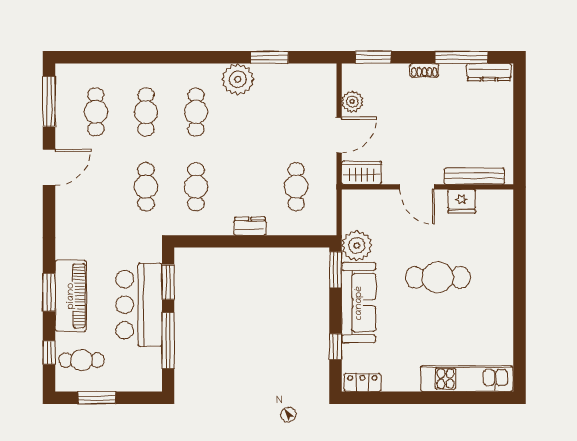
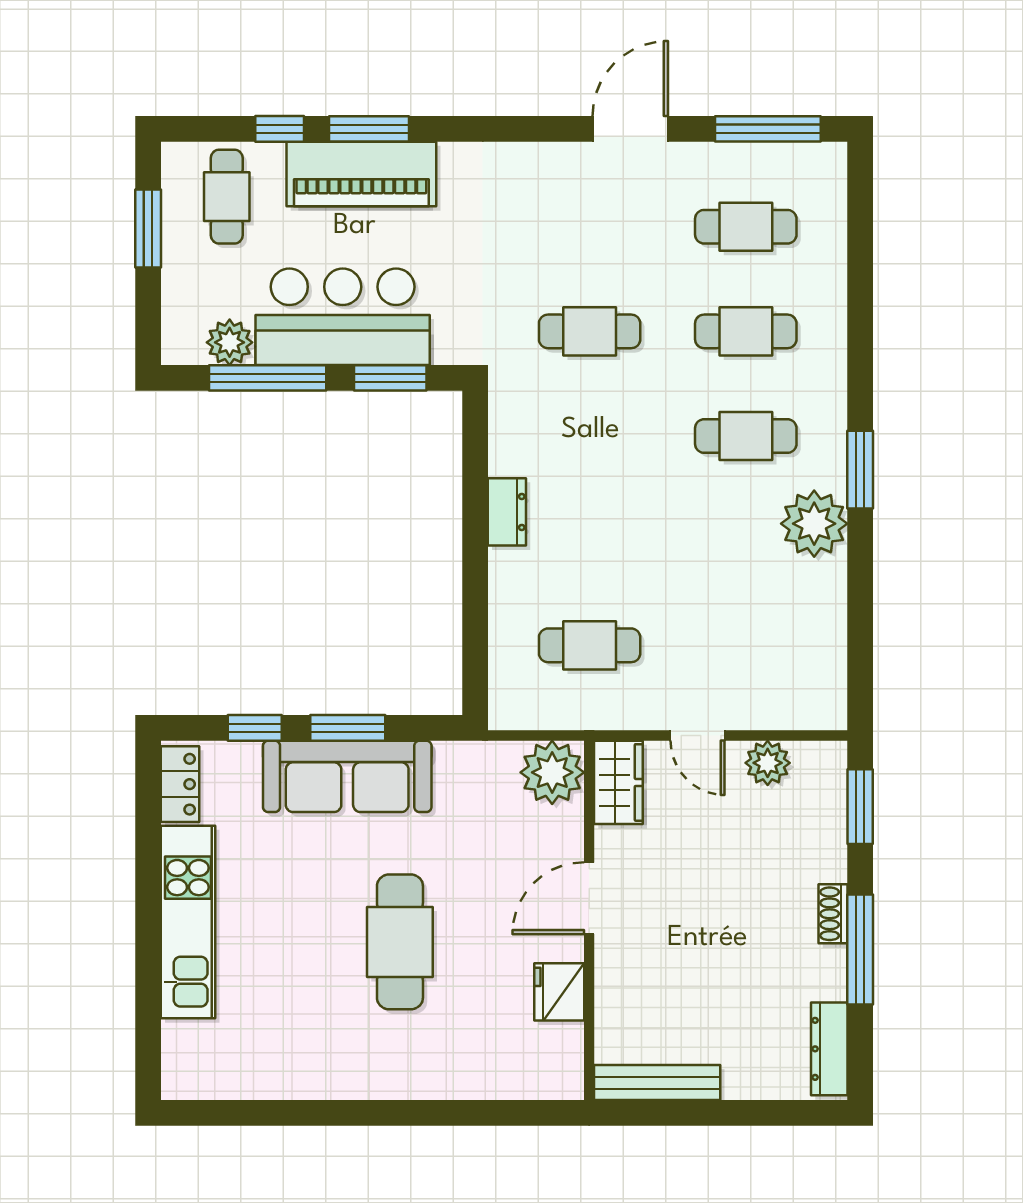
window: (269, 57) -> (860, 470), moved
window: (461, 57) -> (860, 950), moved
door: (339, 135) -> (697, 736), width x0.73
door: (49, 167) -> (630, 129), swing flipped
bench: (474, 176) -> (657, 1083), moved, turned 90
cafe table: (196, 187) -> (590, 436), removed
dresser: (250, 226) -> (507, 512), moved
plant: (357, 246) -> (552, 772), moved
window: (336, 270) -> (348, 728), moved
window: (49, 353) -> (280, 129), moved
plant: (151, 359) -> (230, 342), added
kitchen unit: (467, 379) -> (188, 922), moved

